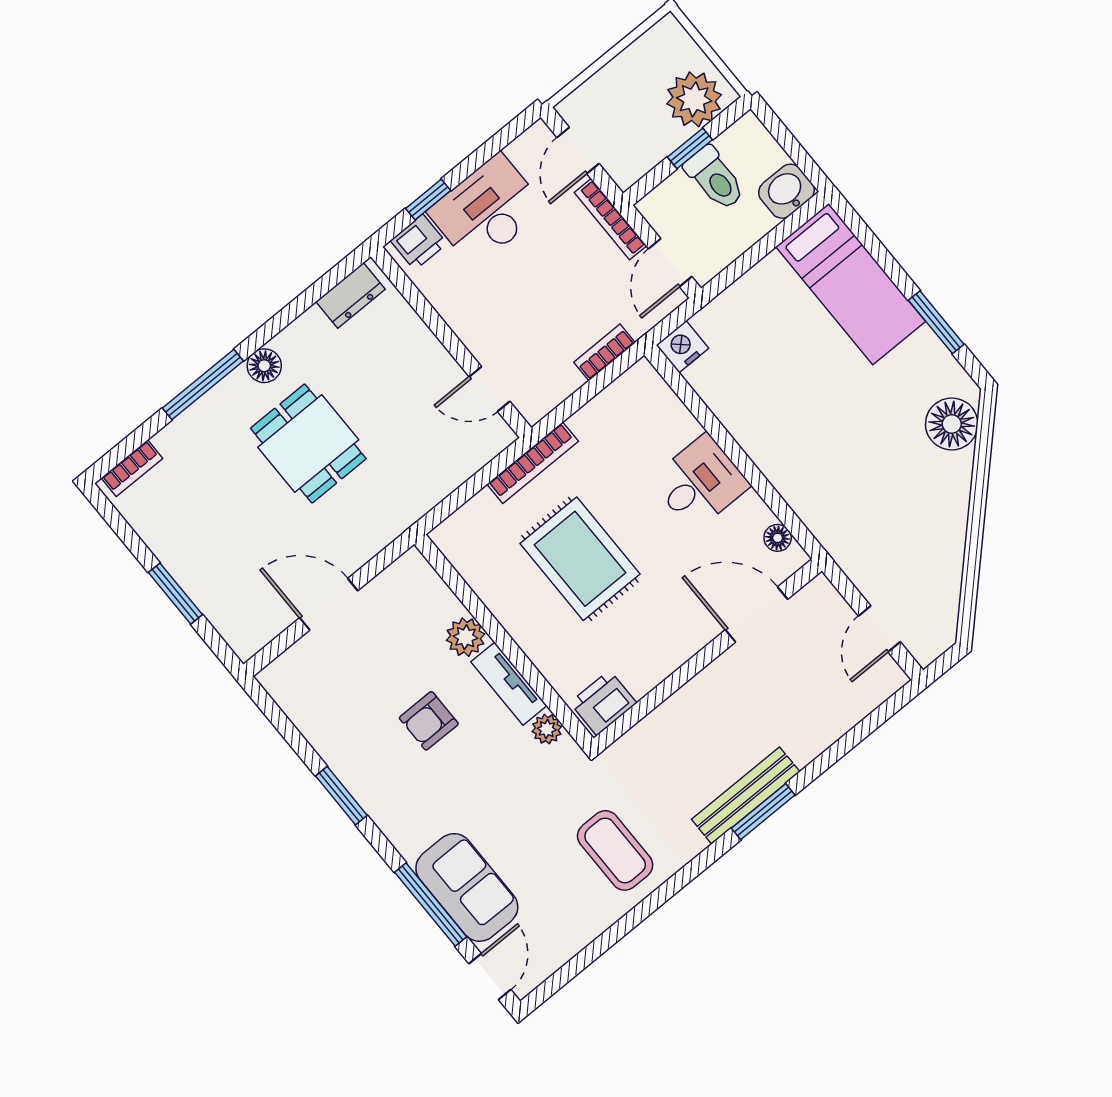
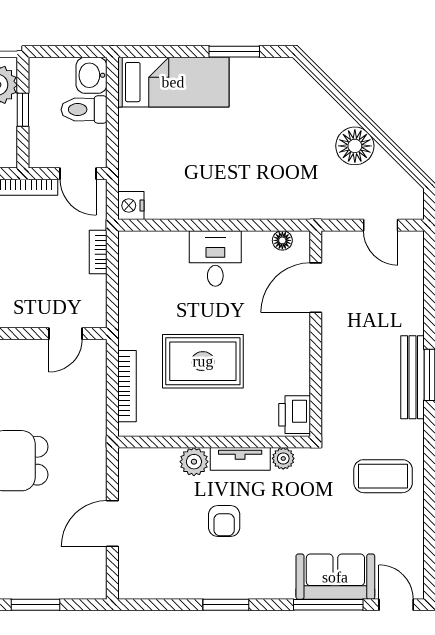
toilet: (715, 178) -> (84, 110), moved, turned 180
floor lamp: (952, 424) -> (355, 146), moved
bookcase: (533, 463) -> (127, 386), moved

